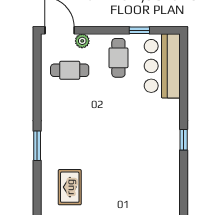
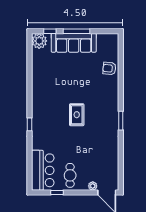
cafe table: (70, 70) -> (100, 168), removed
rug: (70, 187) -> (77, 115), moved

